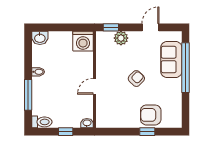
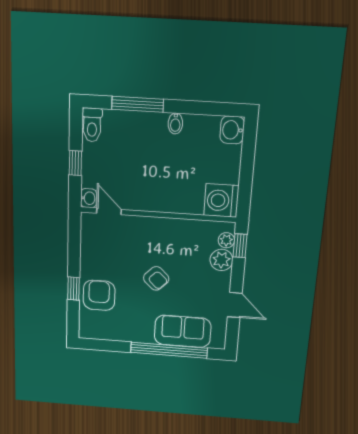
plant: (108, 36) -> (226, 240), added
door: (94, 86) -> (109, 211), moved

